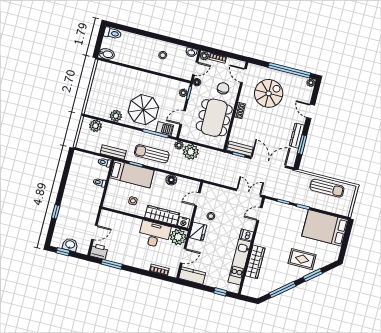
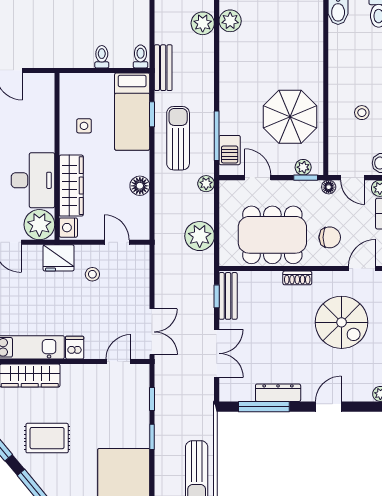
parasol: (143, 110) -> (290, 117), moved
plant: (116, 116) -> (230, 21), moved
window: (302, 145) -> (264, 407), width x1.44
plant: (191, 152) -> (200, 236), moved
double door: (268, 162) -> (217, 353), width x0.73
door: (260, 214) -> (118, 362), hinge flipped
rug: (302, 259) -> (47, 438), moved, turned 90

